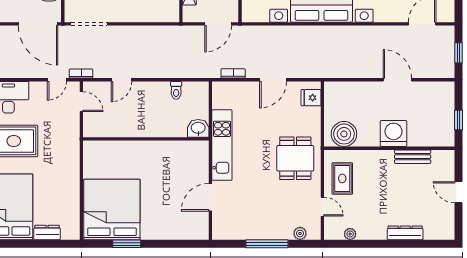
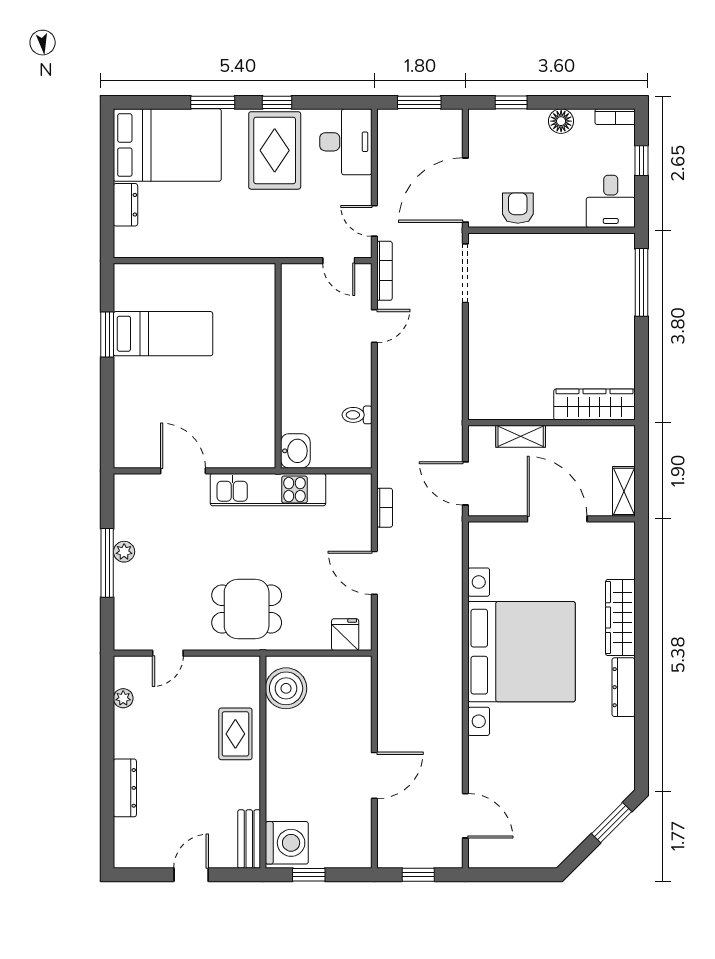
bookcase: (81, 74) -> (384, 271), width x1.56
door: (122, 80) -> (374, 326), swing flipped
door: (81, 102) -> (339, 261), hinge flipped
washing machine: (393, 134) -> (287, 843), moved
bench: (413, 157) -> (249, 839), moved
rug: (342, 178) -> (235, 734), moved, turned 90
bed: (112, 210) -> (163, 334), width x0.49
plant: (300, 233) -> (124, 552), moved

